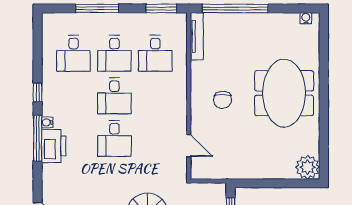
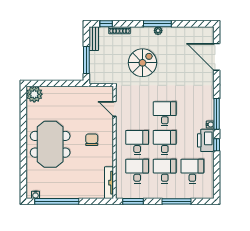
window: (235, 8) -> (57, 201), moved
desk: (155, 96) -> (137, 142), added
printer: (54, 146) -> (206, 140), moved

